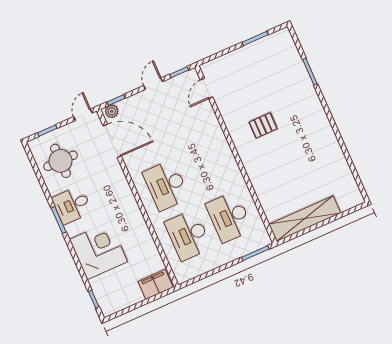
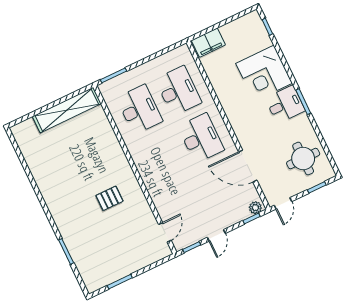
door: (112, 141) -> (248, 166), moved
desk: (72, 205) -> (285, 104), moved

